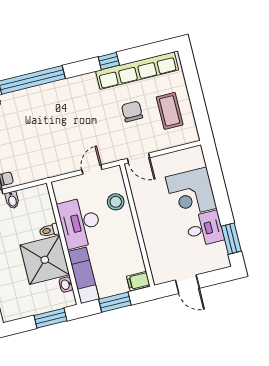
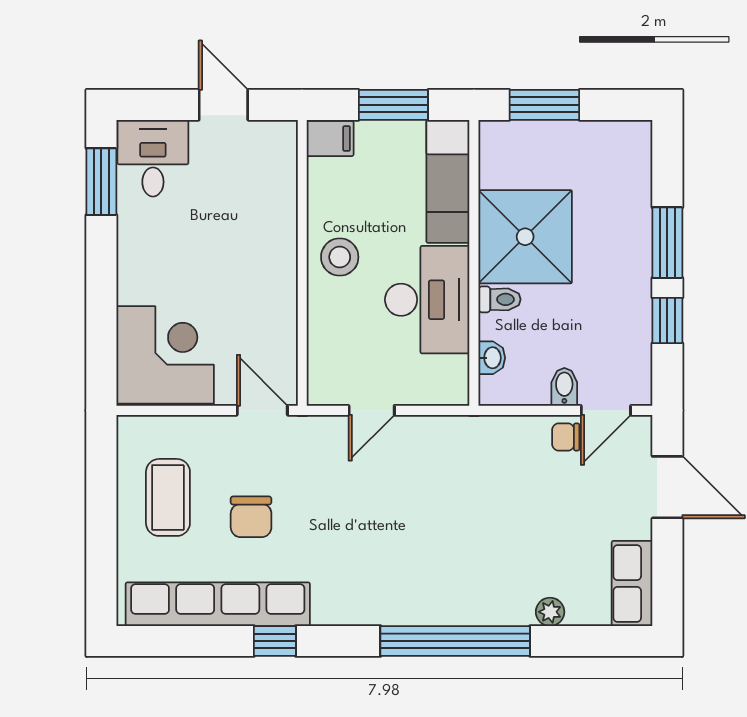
corner desk: (191, 193) -> (165, 355), moved
stool: (116, 202) -> (340, 257), moved
desk: (205, 229) -> (153, 158), moved, turned 90
washbasin: (66, 284) -> (492, 358), moved

